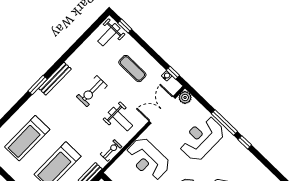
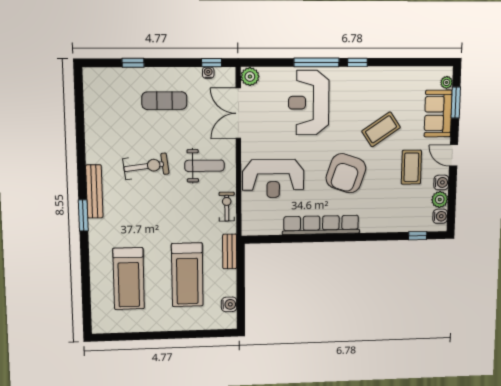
window: (125, 26) -> (133, 63), moved
weight bench: (109, 35) -> (103, 89), removed
exercise bike: (92, 91) -> (146, 166), turned -97

